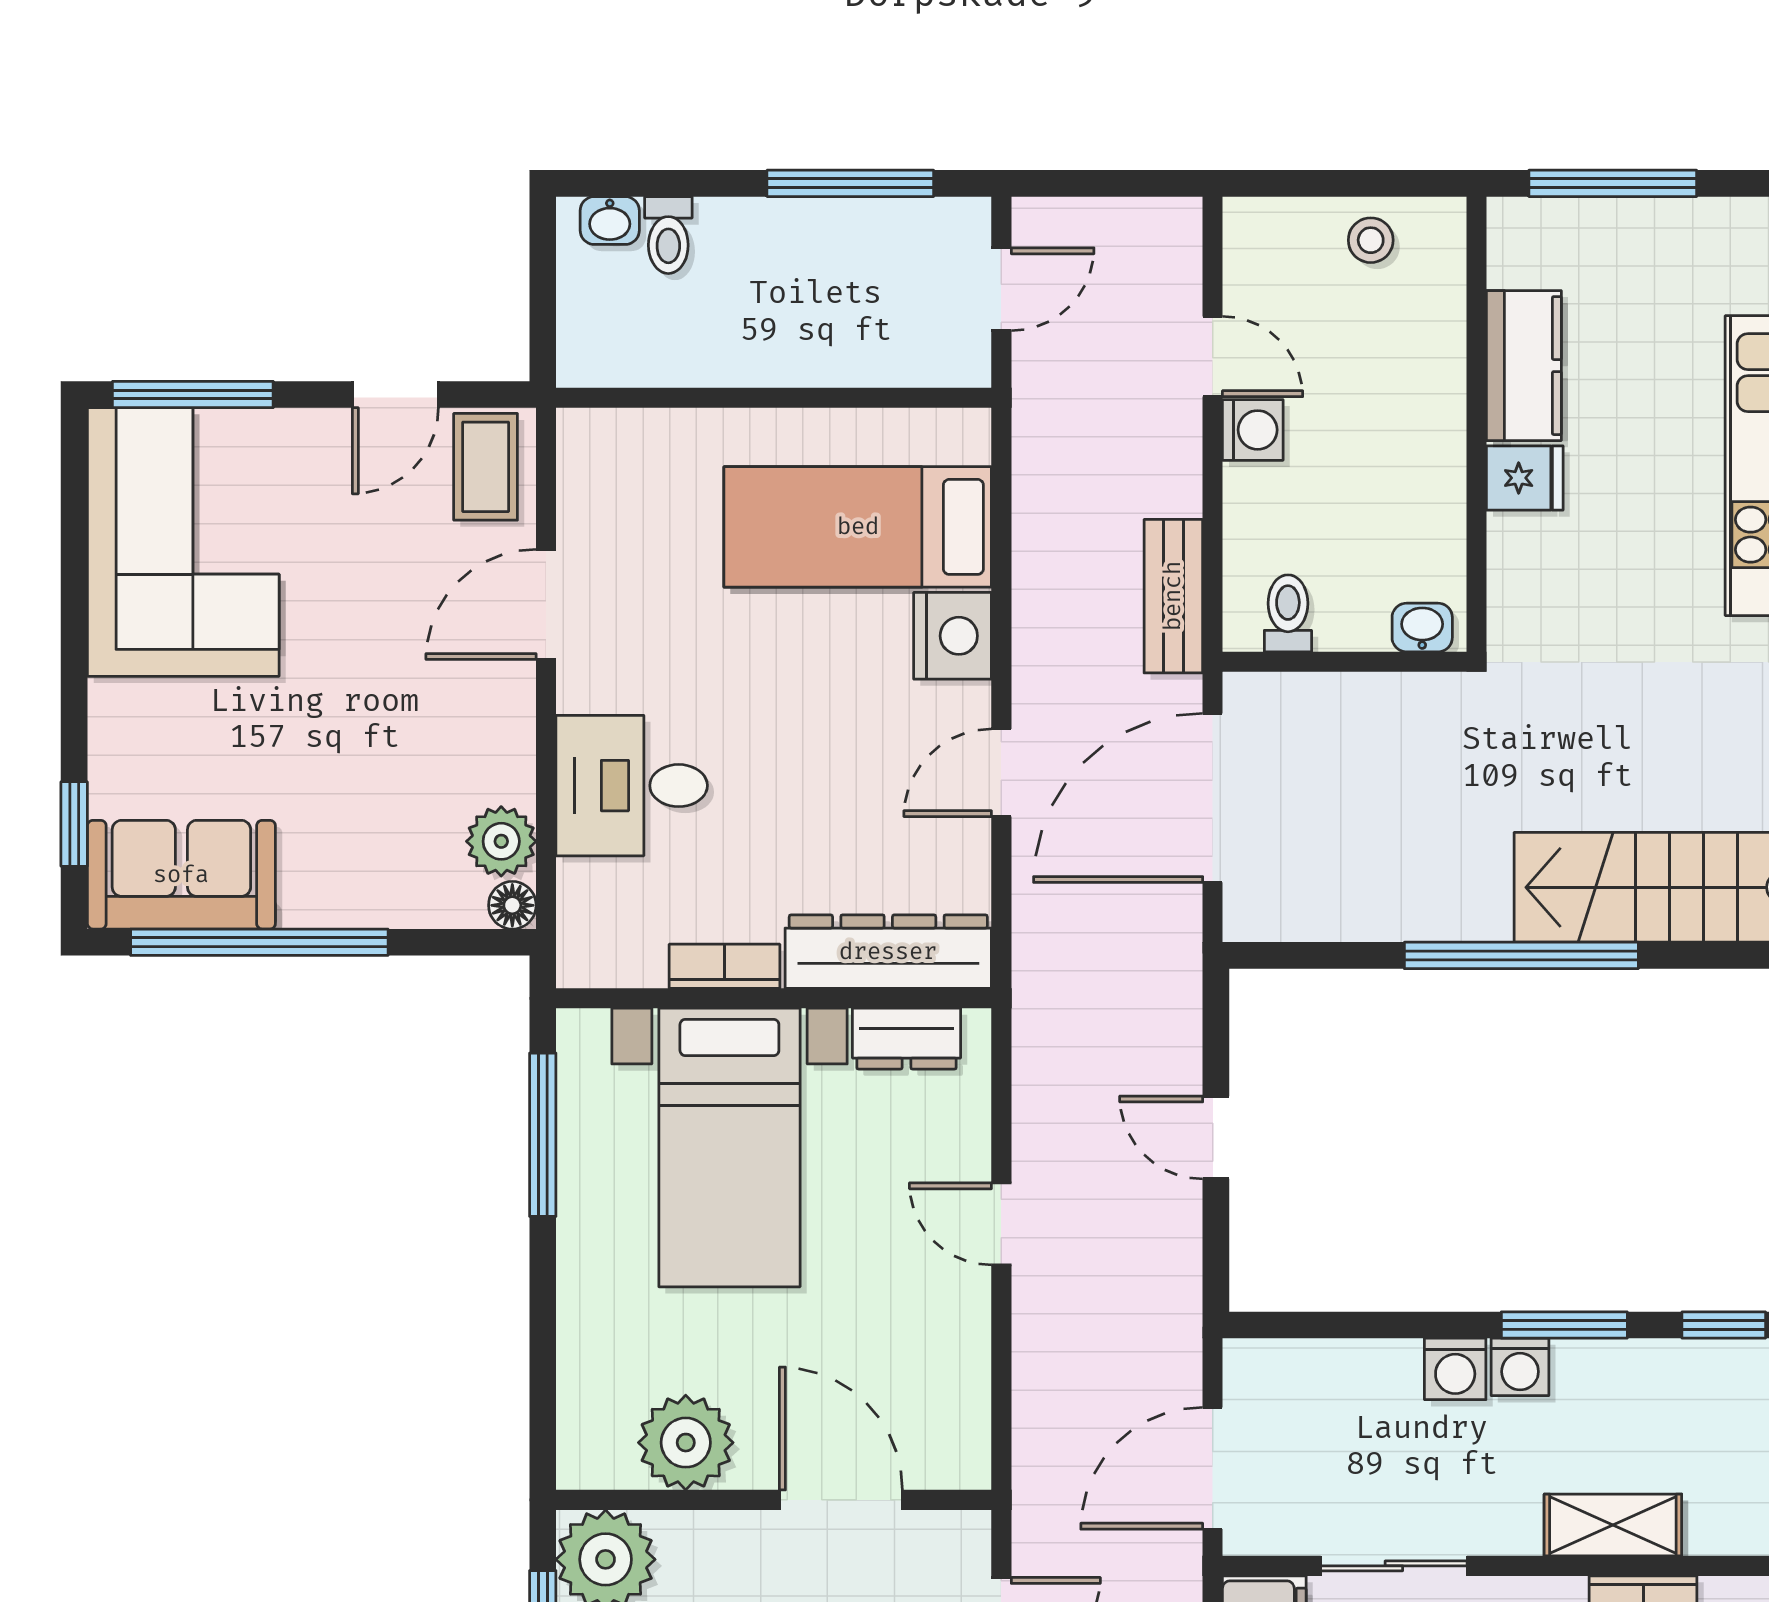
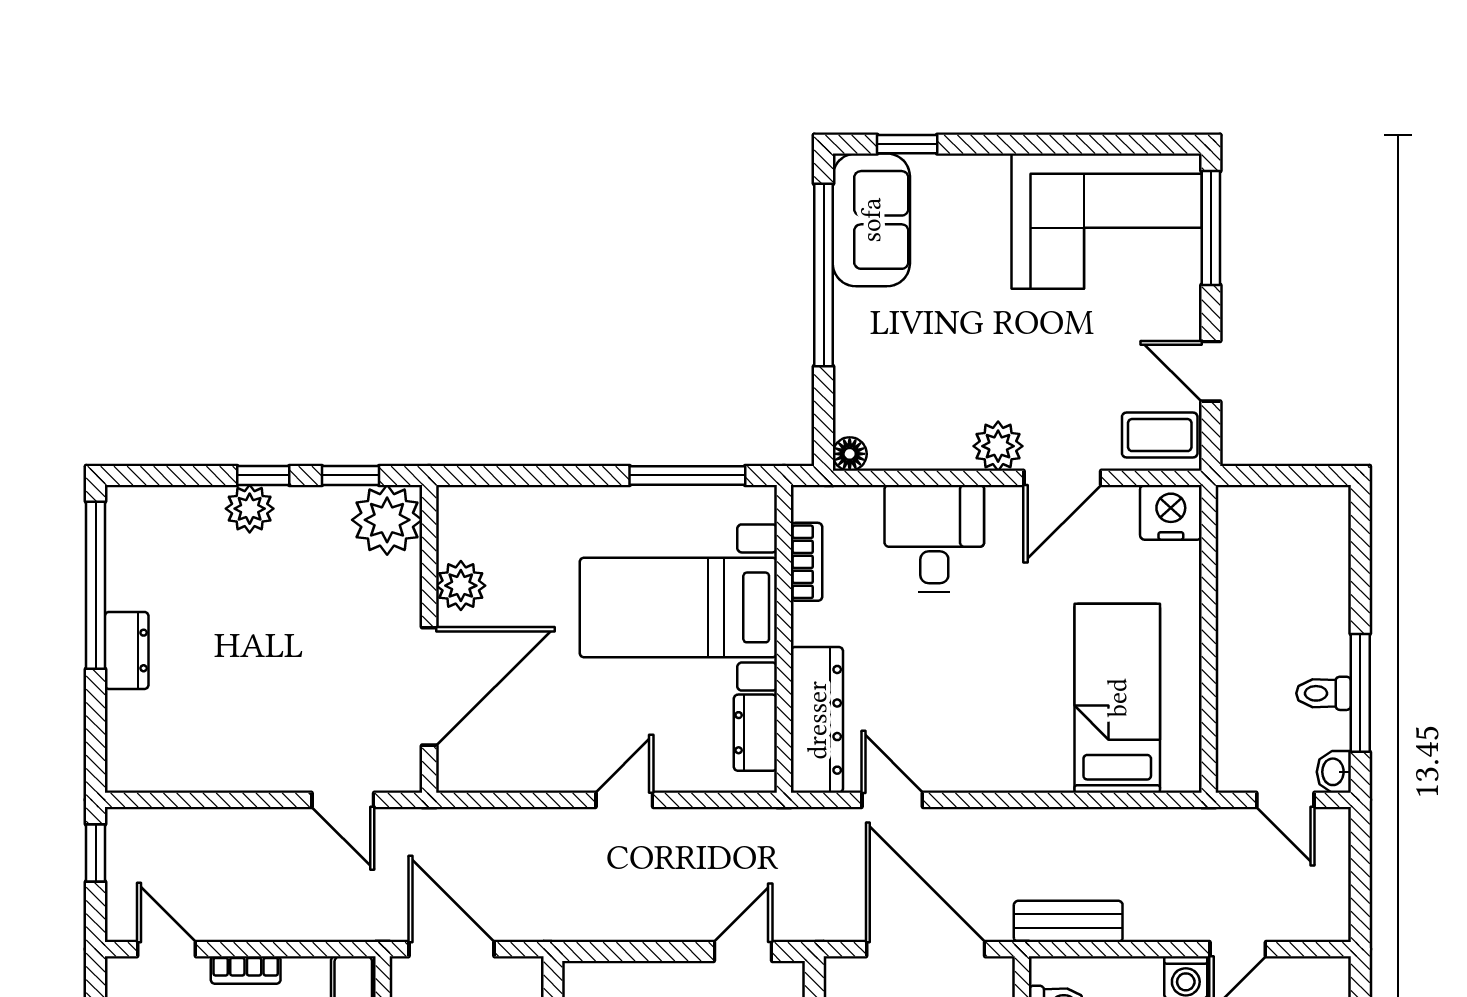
washbasin: (610, 221) -> (1334, 772), moved
toilet: (668, 235) -> (1324, 693), moved
door: (546, 604) -> (1062, 478), swing flipped
nightstand: (953, 636) -> (1171, 512), moved, turned 180
door: (1001, 773) -> (892, 800), moved
plant: (501, 841) -> (998, 446), moved
bookcase: (725, 966) -> (806, 562), moved
door: (1216, 1138) -> (743, 951), moved
plant: (686, 1443) -> (461, 586), width x0.73, depth x0.73
door: (841, 1500) -> (429, 686), width x1.36

